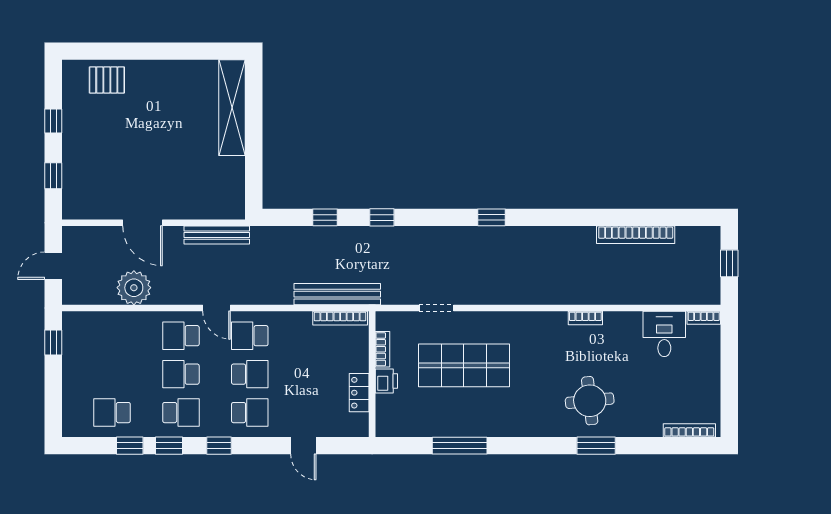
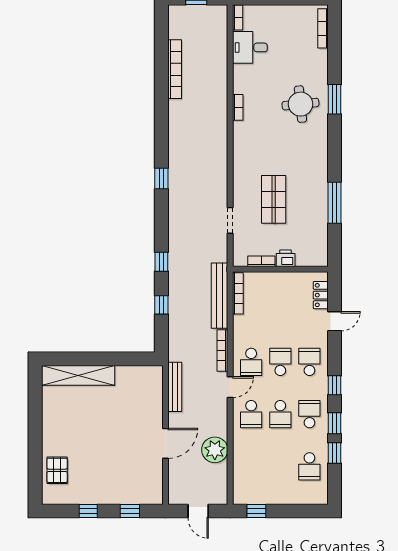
bookcase: (265, 298) -> (222, 350), added
shop shelf: (464, 365) -> (274, 199), width x0.70, depth x0.74
locker: (359, 393) -> (321, 295), moved, turned 90

